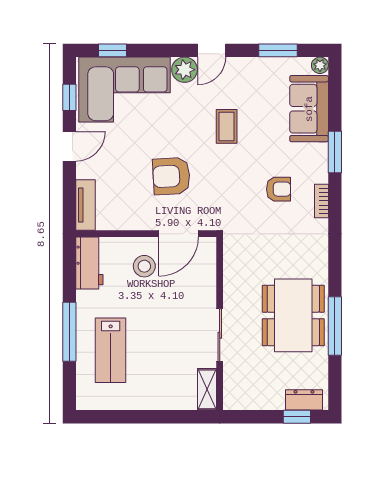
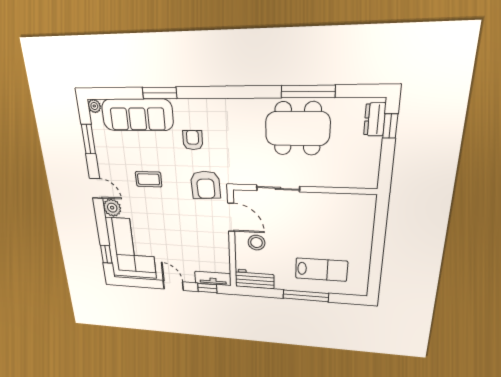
window: (69, 97) -> (207, 288), moved
sofa: (309, 109) -> (137, 115), width x1.36
armchair: (171, 176) -> (205, 185), moved
bookcase: (322, 201) -> (200, 104), removed
sliding door: (220, 335) -> (278, 188), moved
shelving: (207, 389) -> (358, 201), removed

